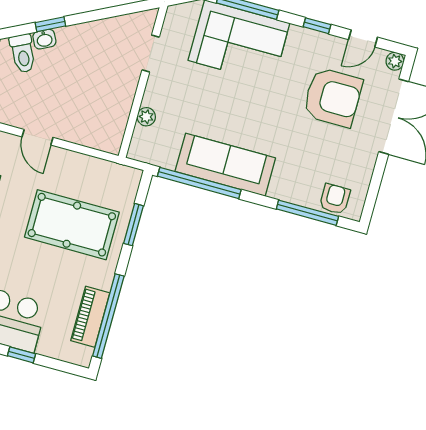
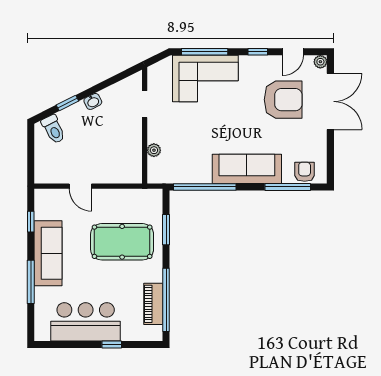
washbasin: (44, 39) -> (93, 101), moved
sofa: (225, 165) -> (247, 169), moved

